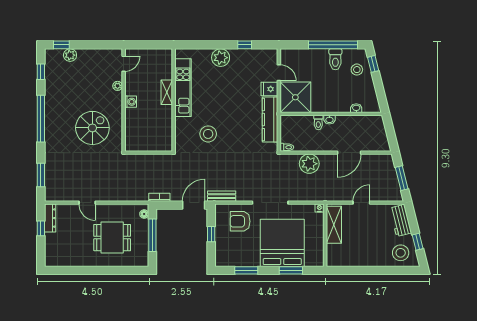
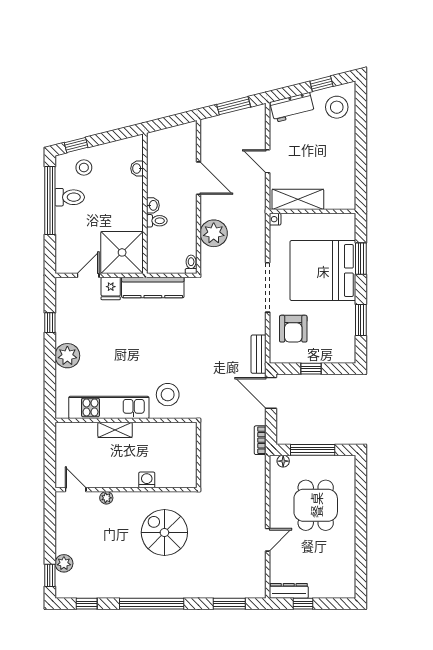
washing machine: (131, 102) -> (147, 480), moved
stool: (208, 134) -> (168, 395), moved

